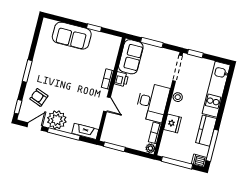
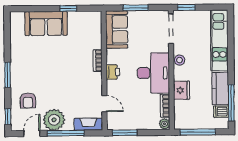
printer: (121, 79) -> (113, 72), moved
armchair: (39, 97) -> (28, 100), turned -111
door: (107, 104) -> (104, 104), moved
dishwasher: (199, 161) -> (221, 112), moved

